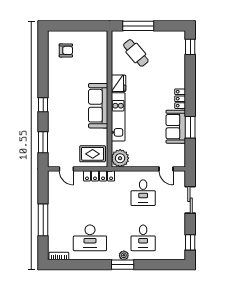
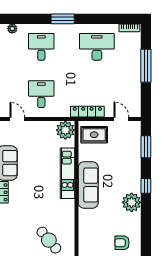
fridge: (118, 83) -> (67, 208), removed
plant: (57, 89) -> (132, 202), added
plant: (124, 255) -> (12, 29), moved

